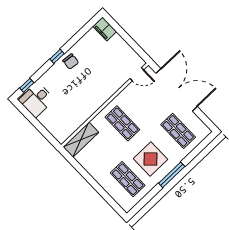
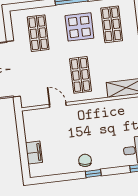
filing cabinet: (105, 29) -> (34, 153), moved
door: (137, 74) -> (58, 105), moved

